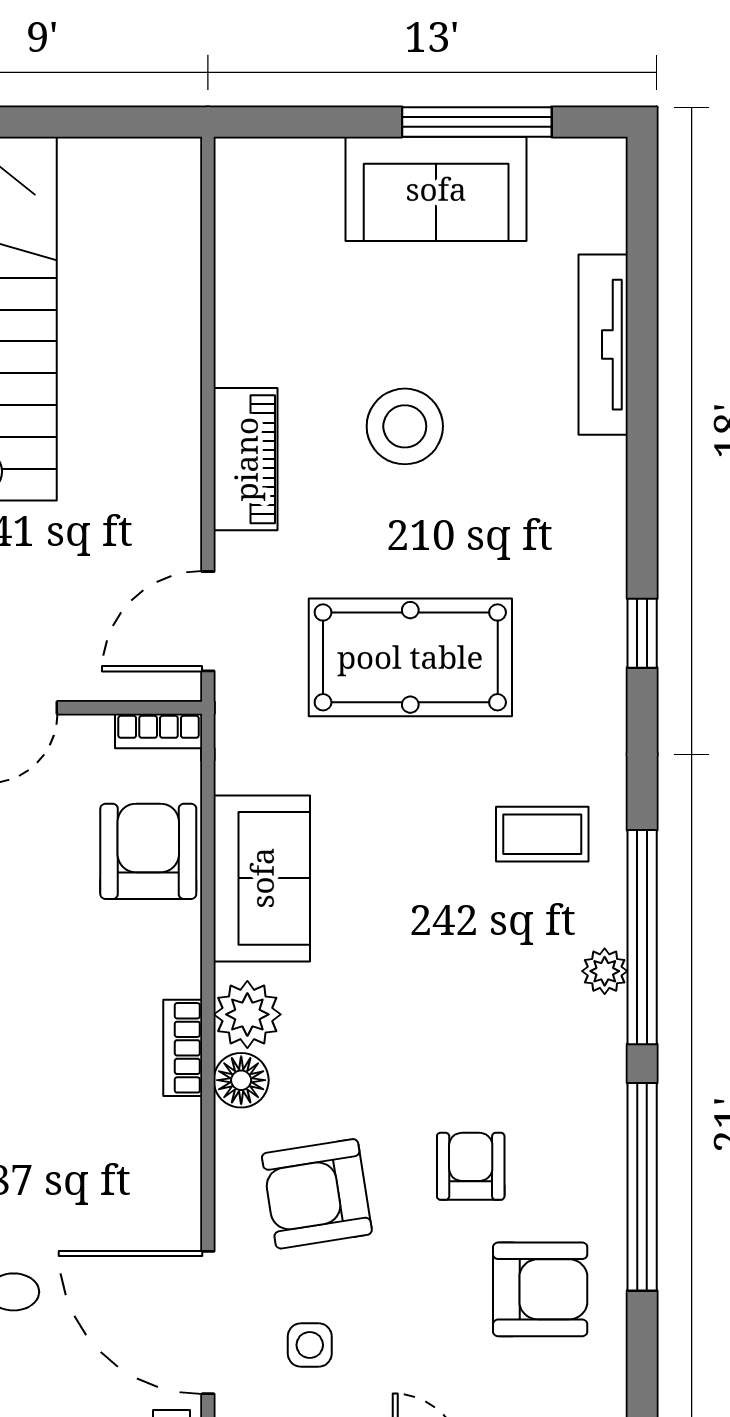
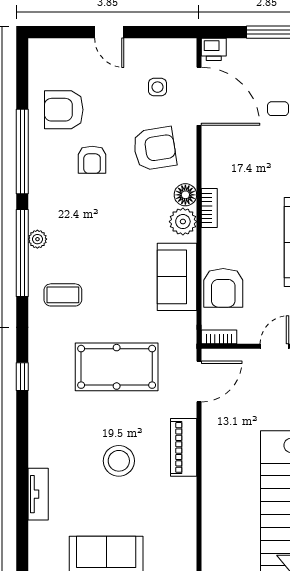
tv unit: (603, 345) -> (38, 494), width x0.71

